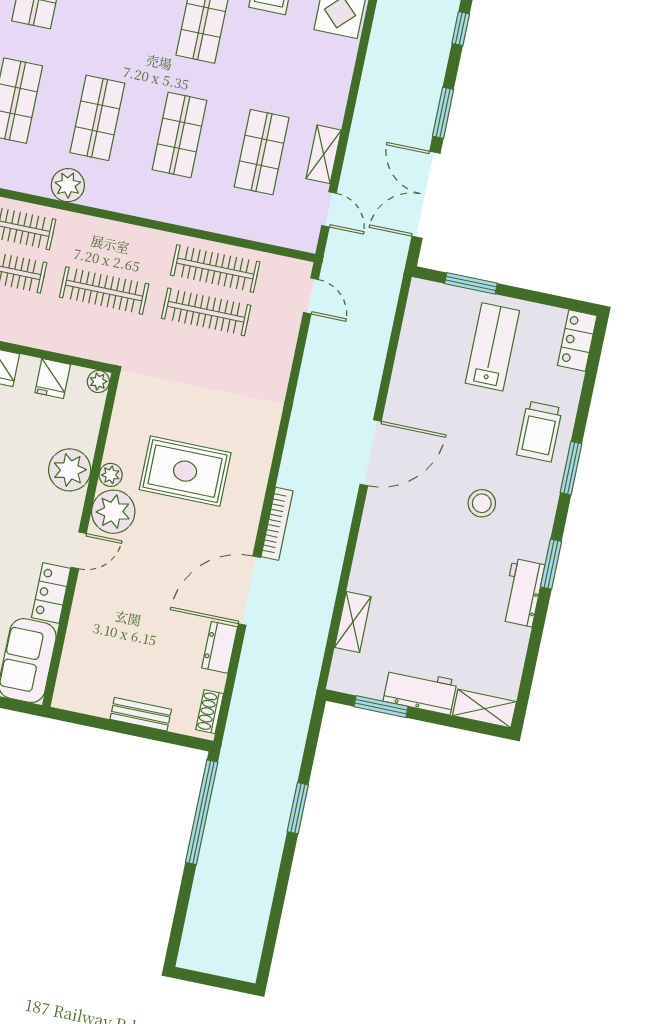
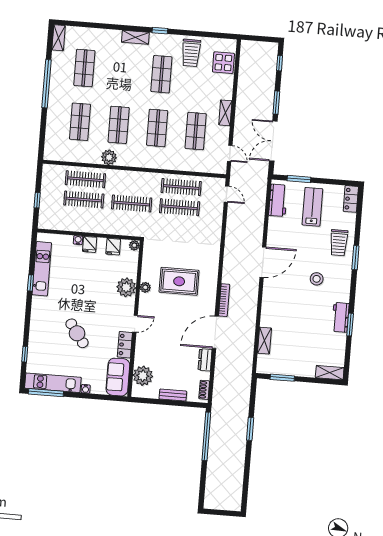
shelving: (324, 154) -> (225, 113), moved
plant: (113, 512) -> (143, 376), moved
window: (551, 564) -> (350, 325), moved
workbench: (420, 691) -> (278, 200), moved, turned 90

